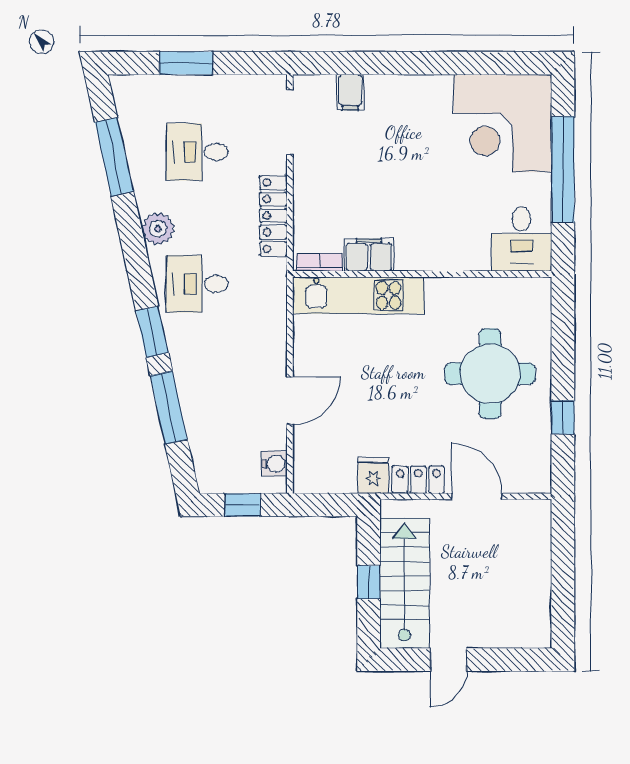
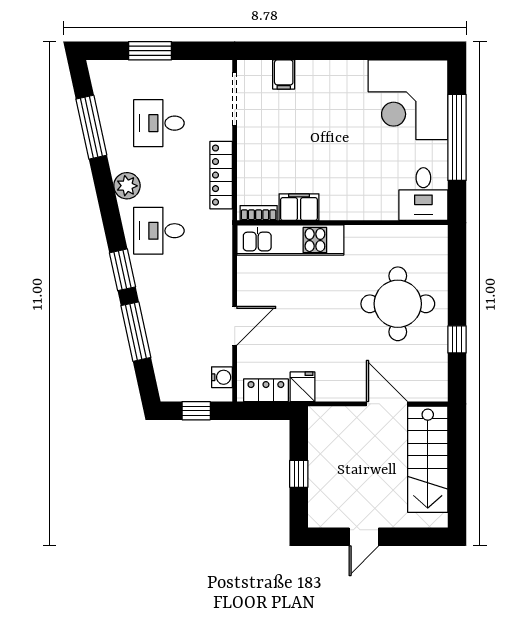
locker: (418, 480) -> (266, 390), moved
stairs: (404, 583) -> (428, 459), moved, turned 180

